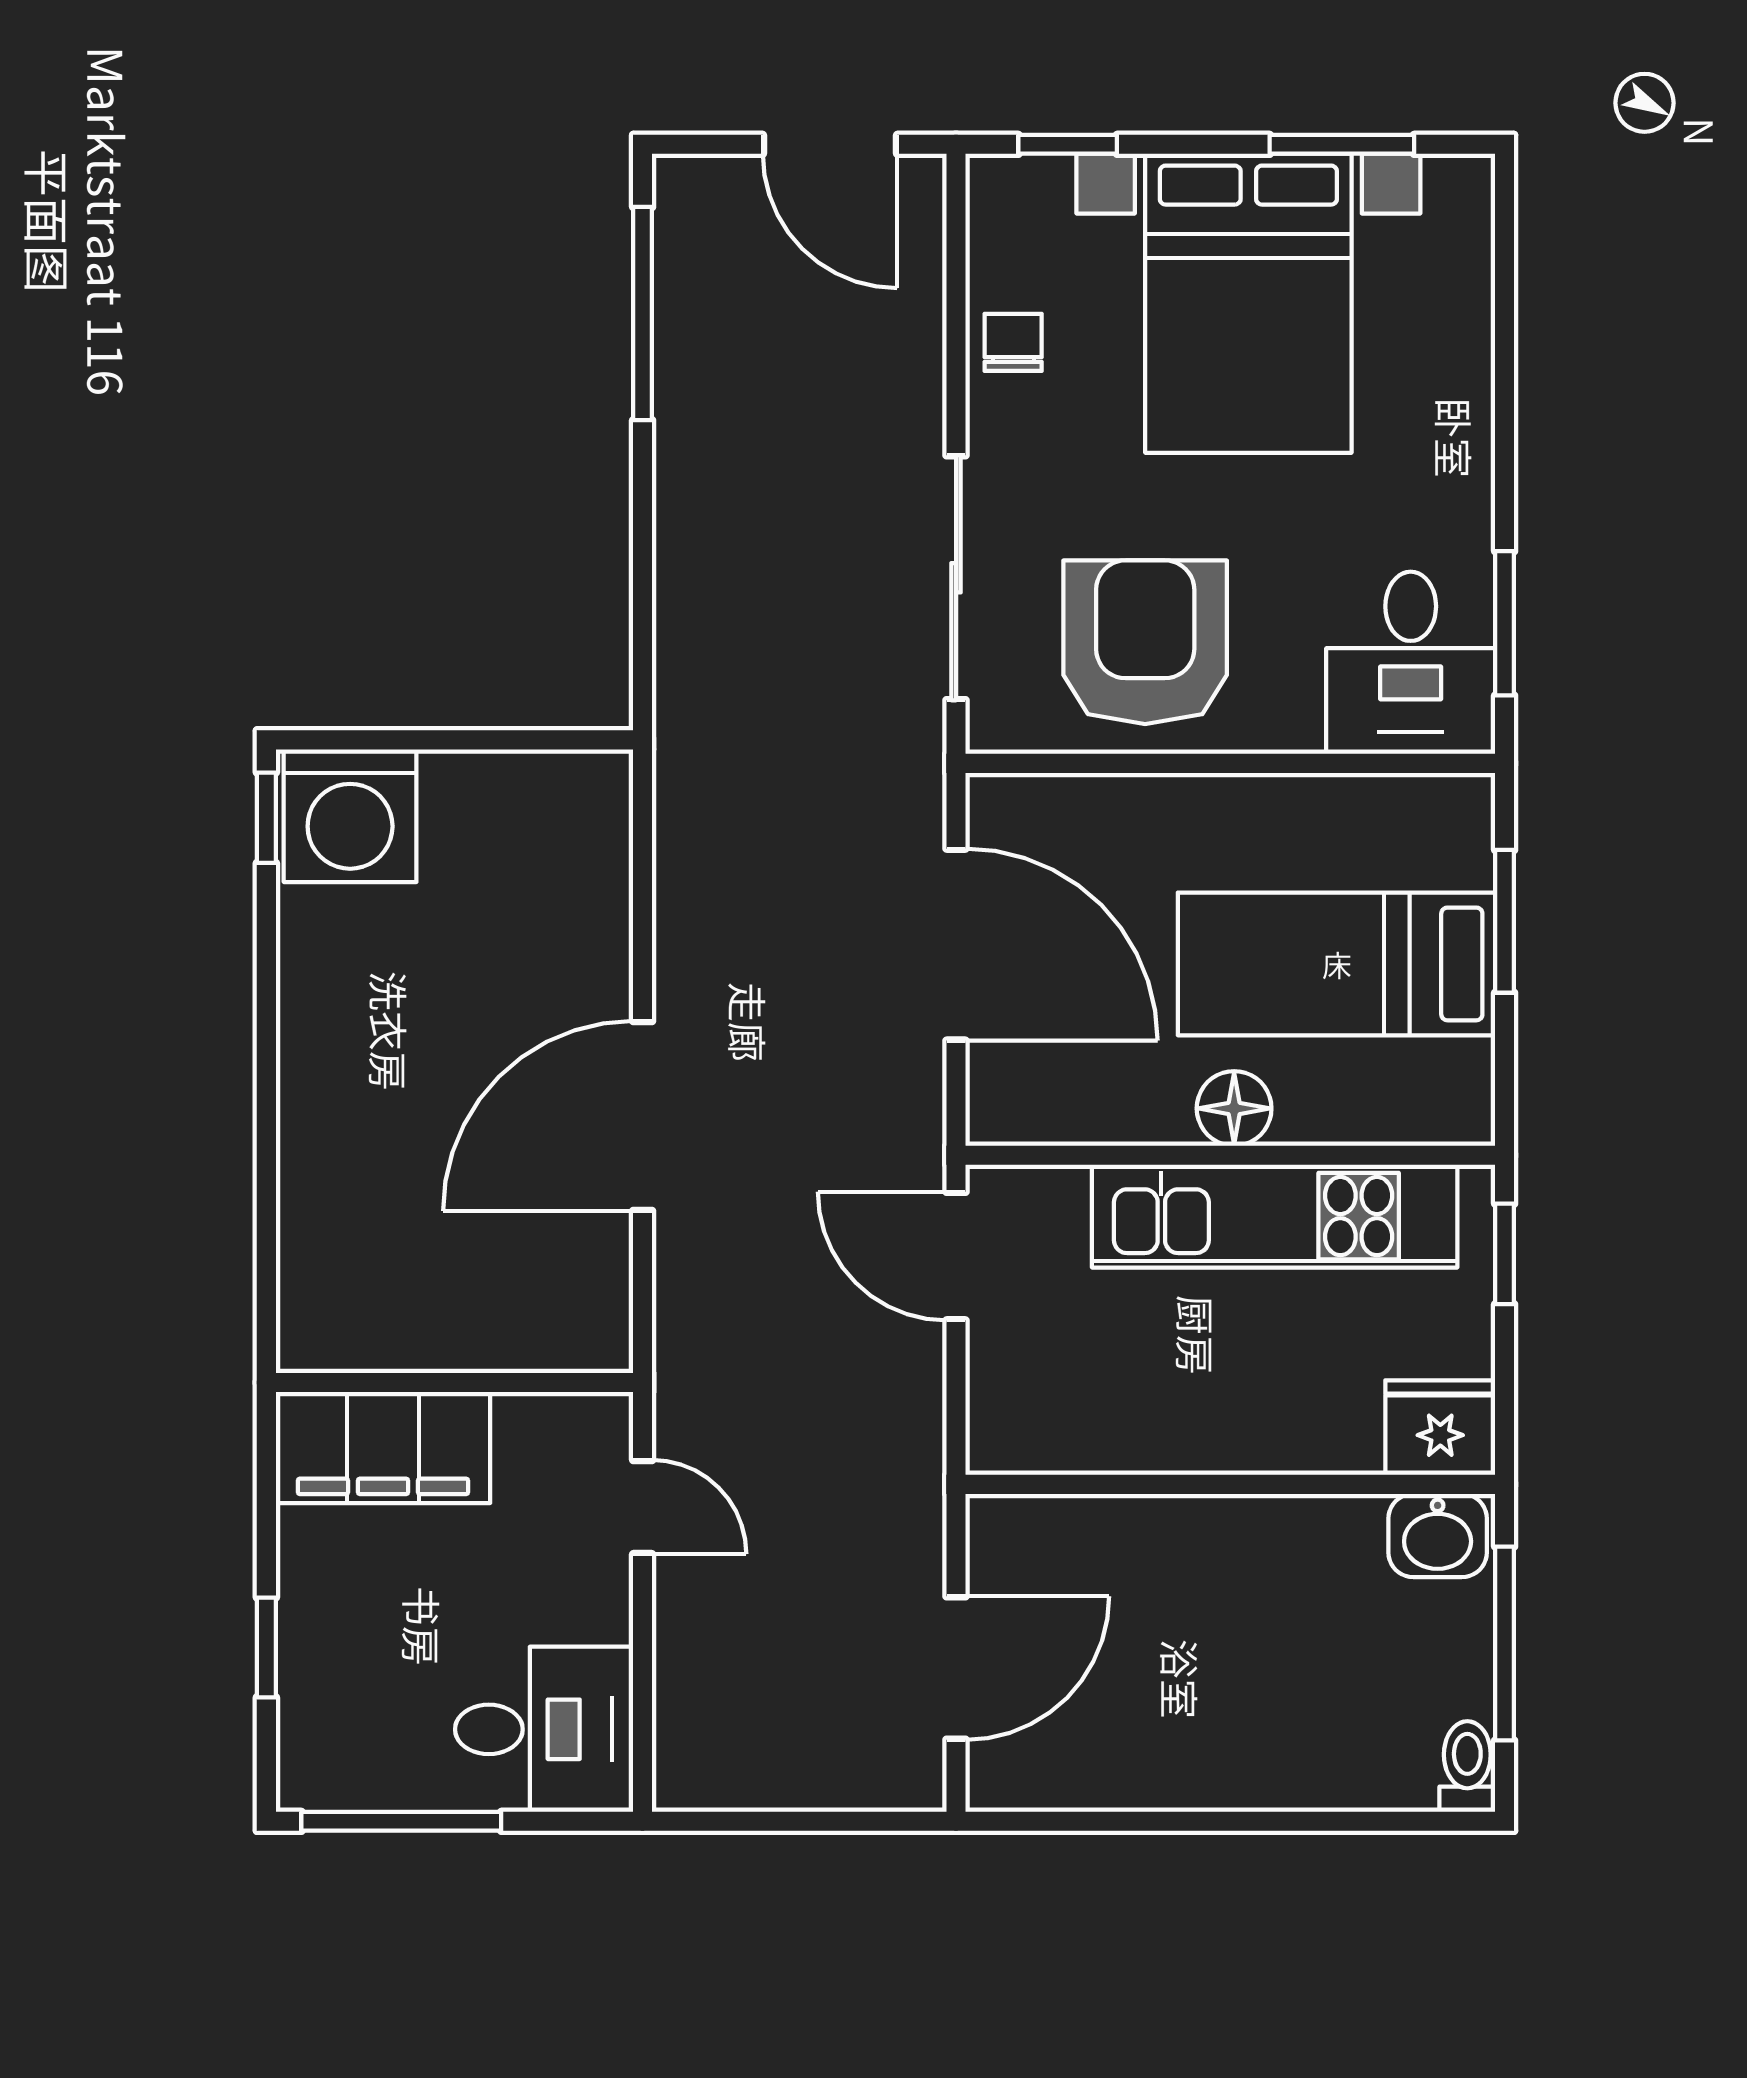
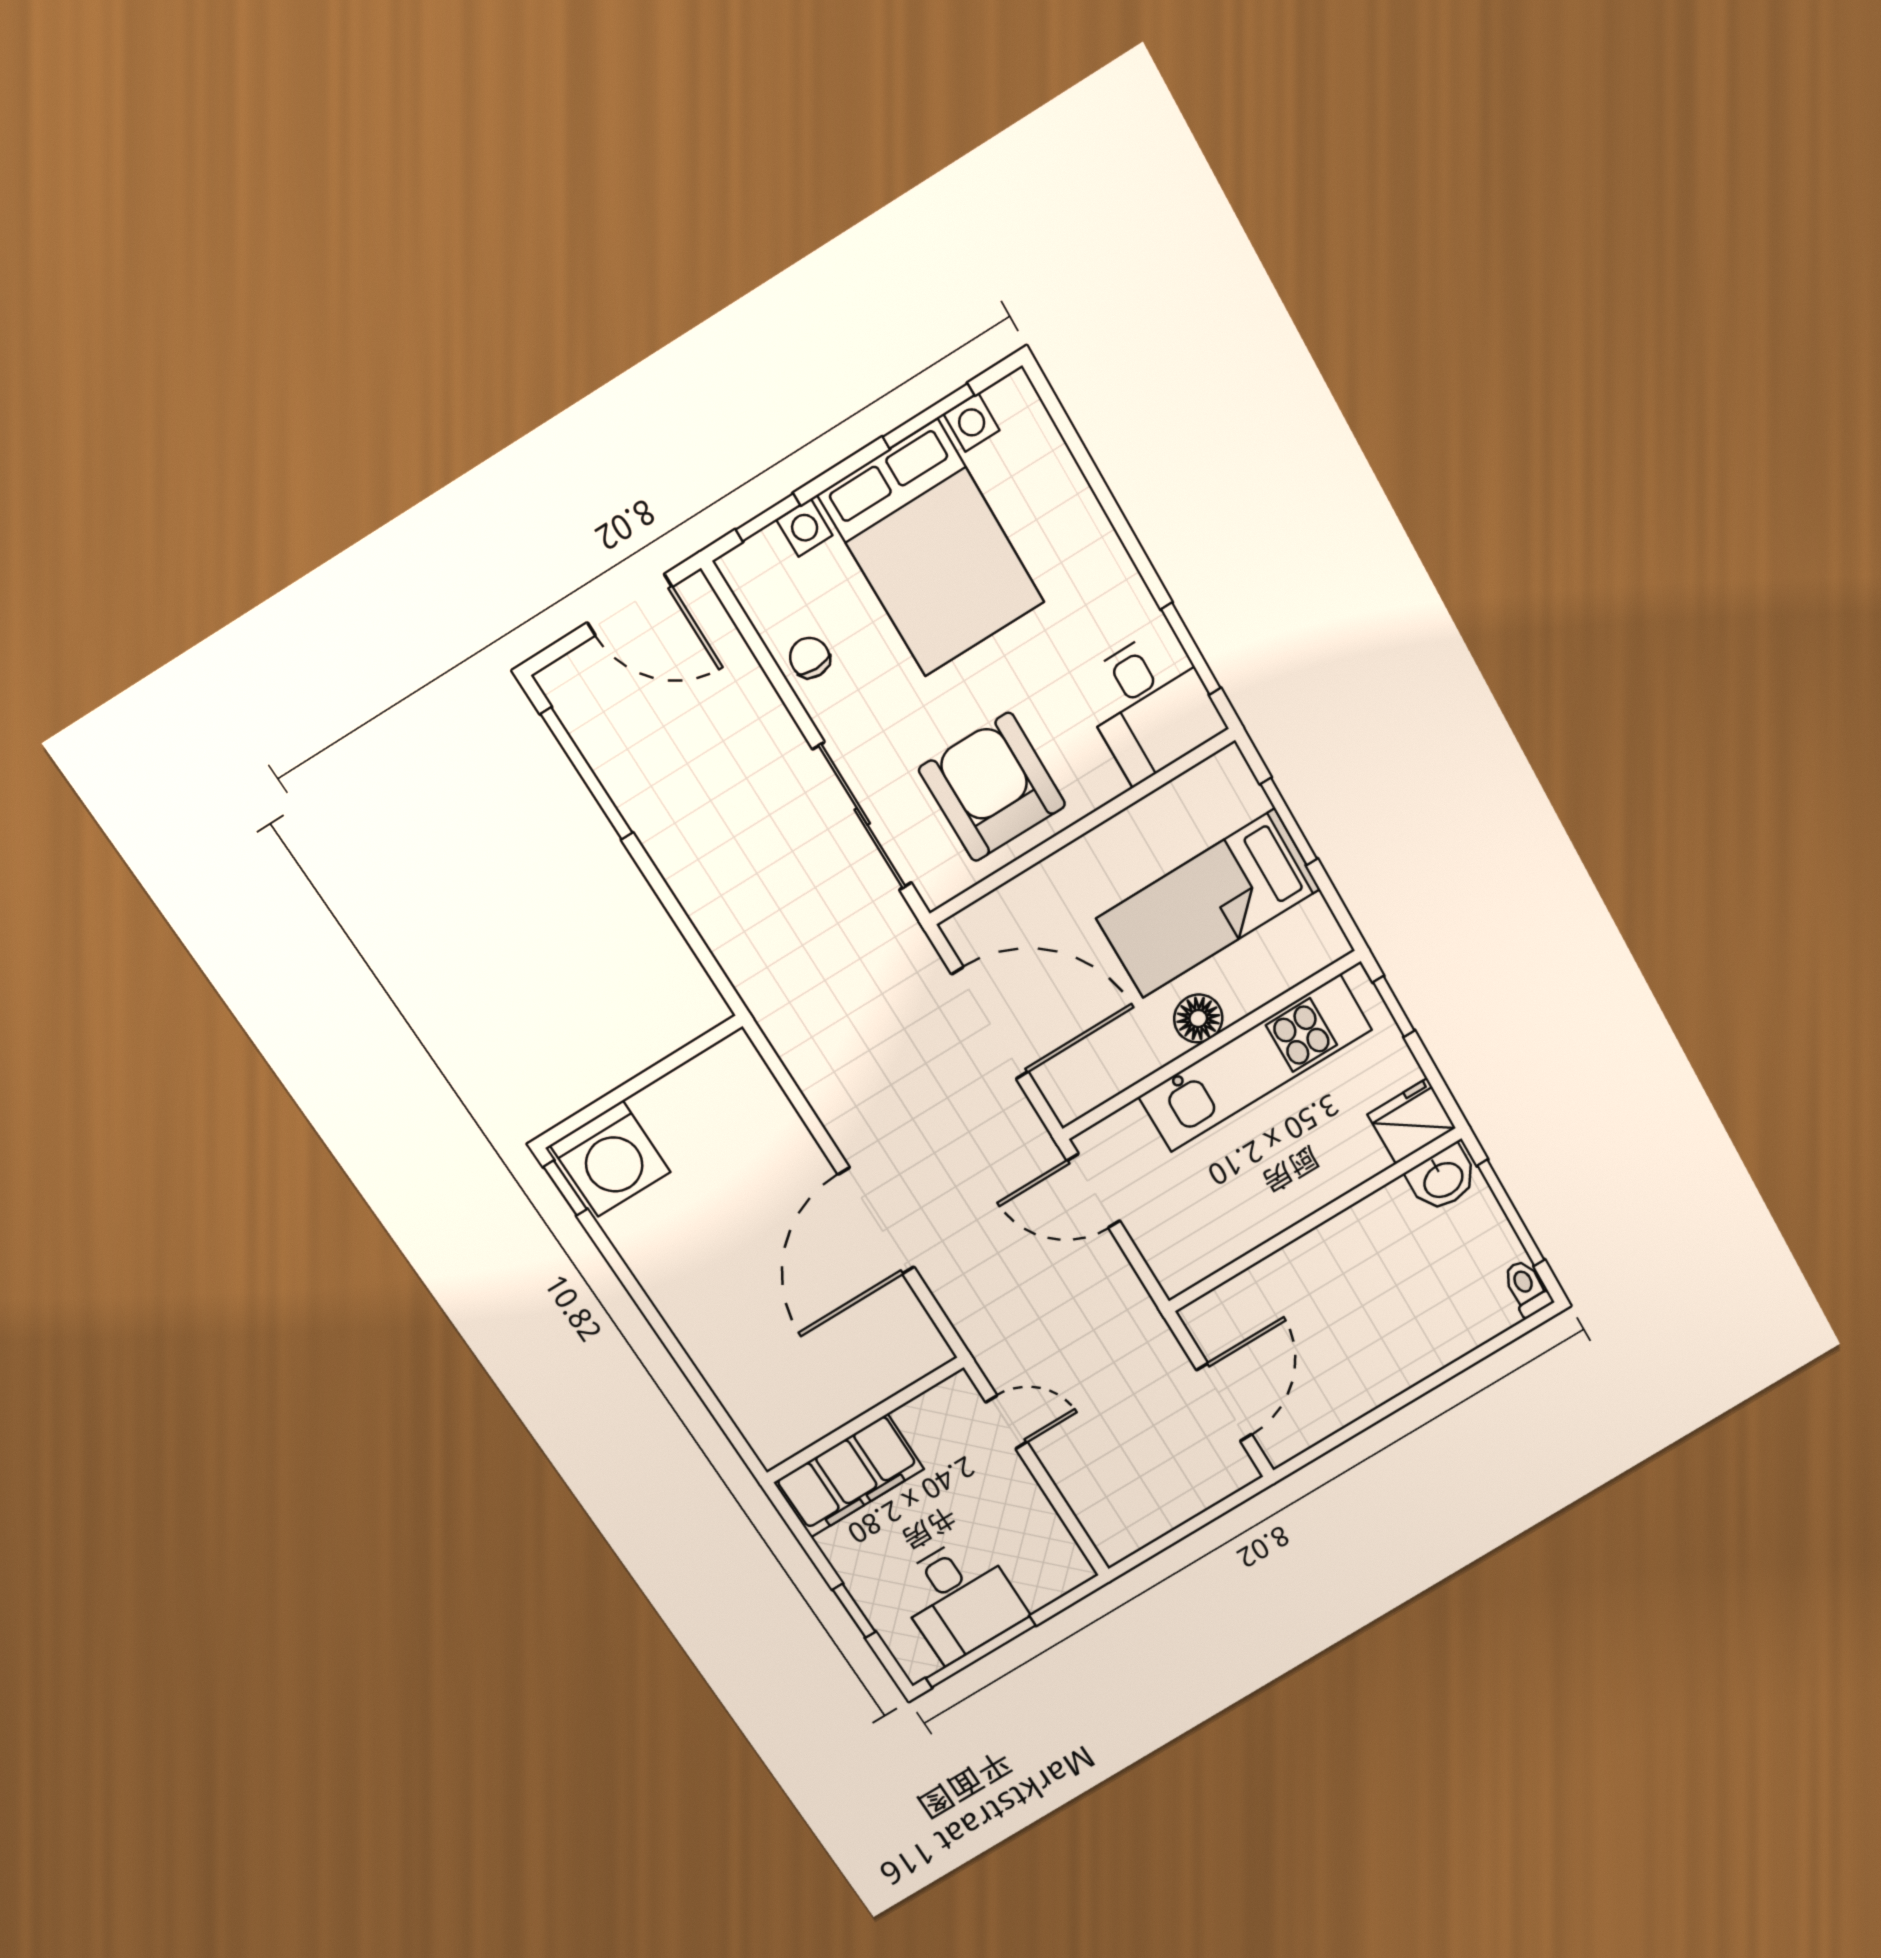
desk: (544, 1729) -> (959, 1599), moved, turned 90

